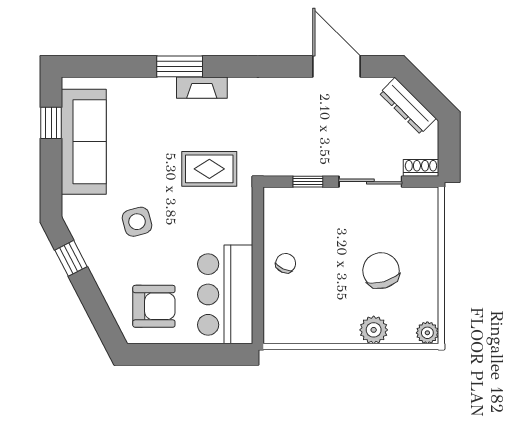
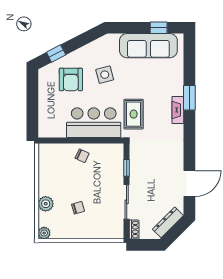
window: (71, 258) -> (56, 53), moved
chair: (381, 271) -> (78, 208), width x0.54, depth x0.54
bar counter: (225, 294) -> (94, 123), moved
armchair: (154, 306) -> (71, 79), moved

